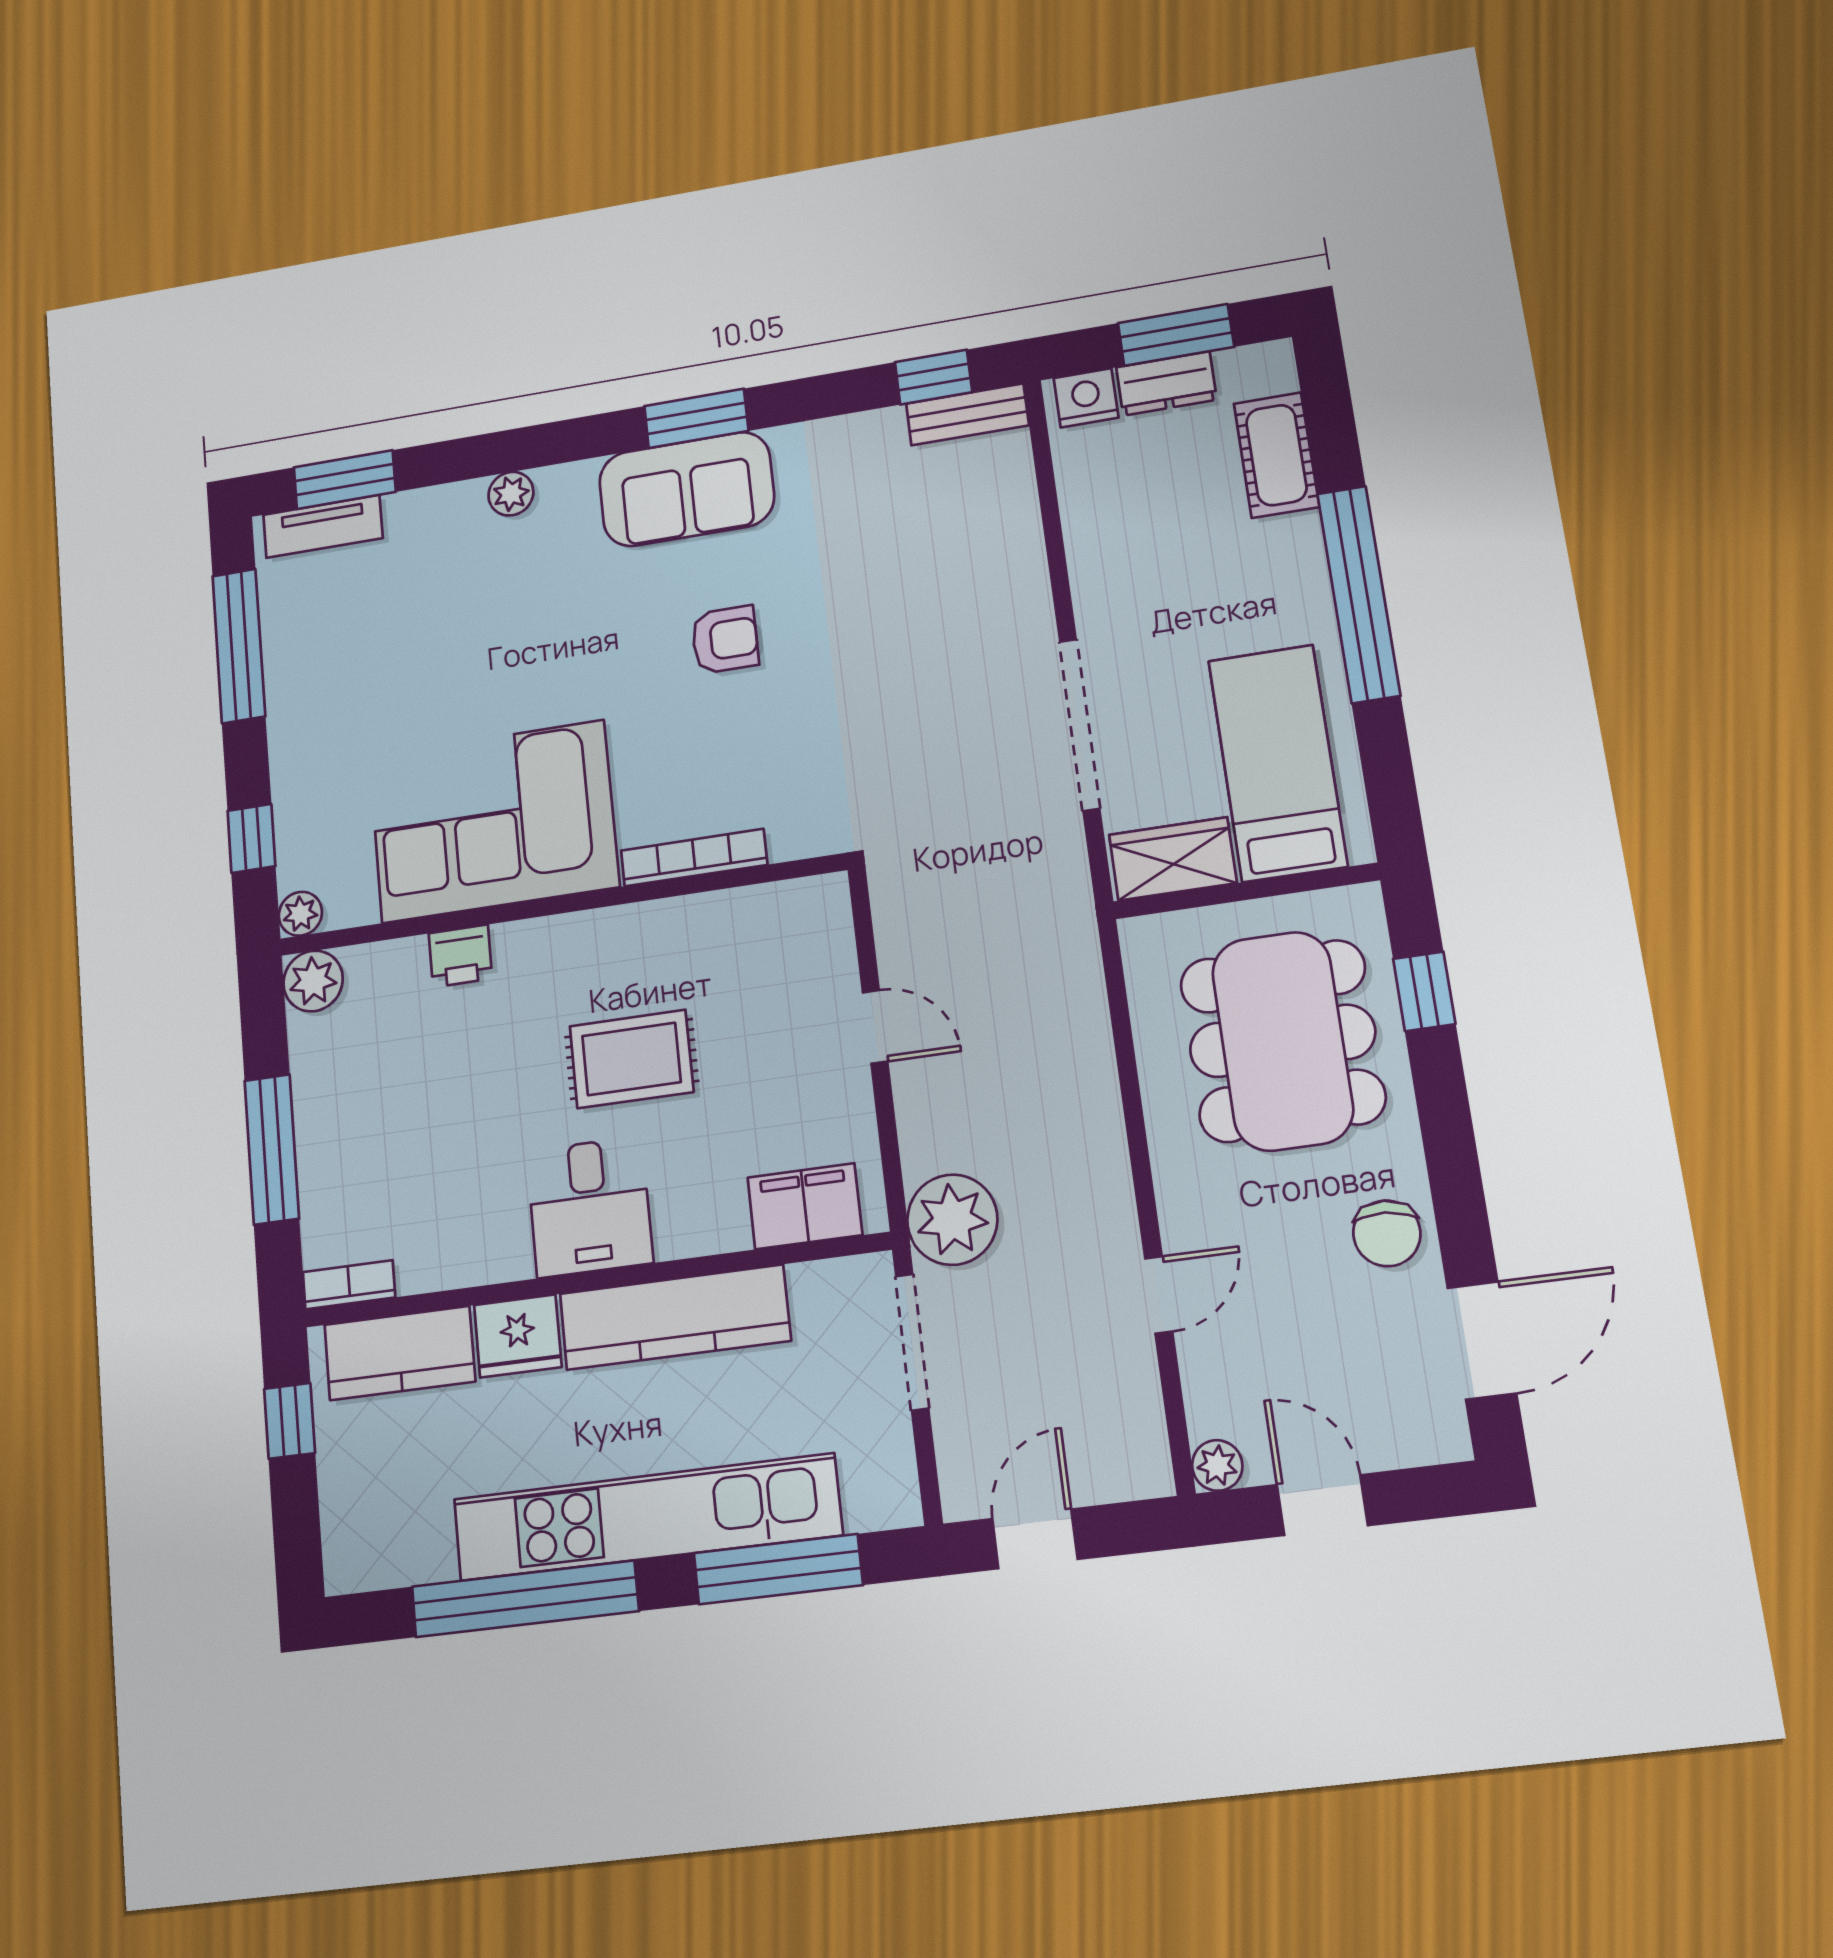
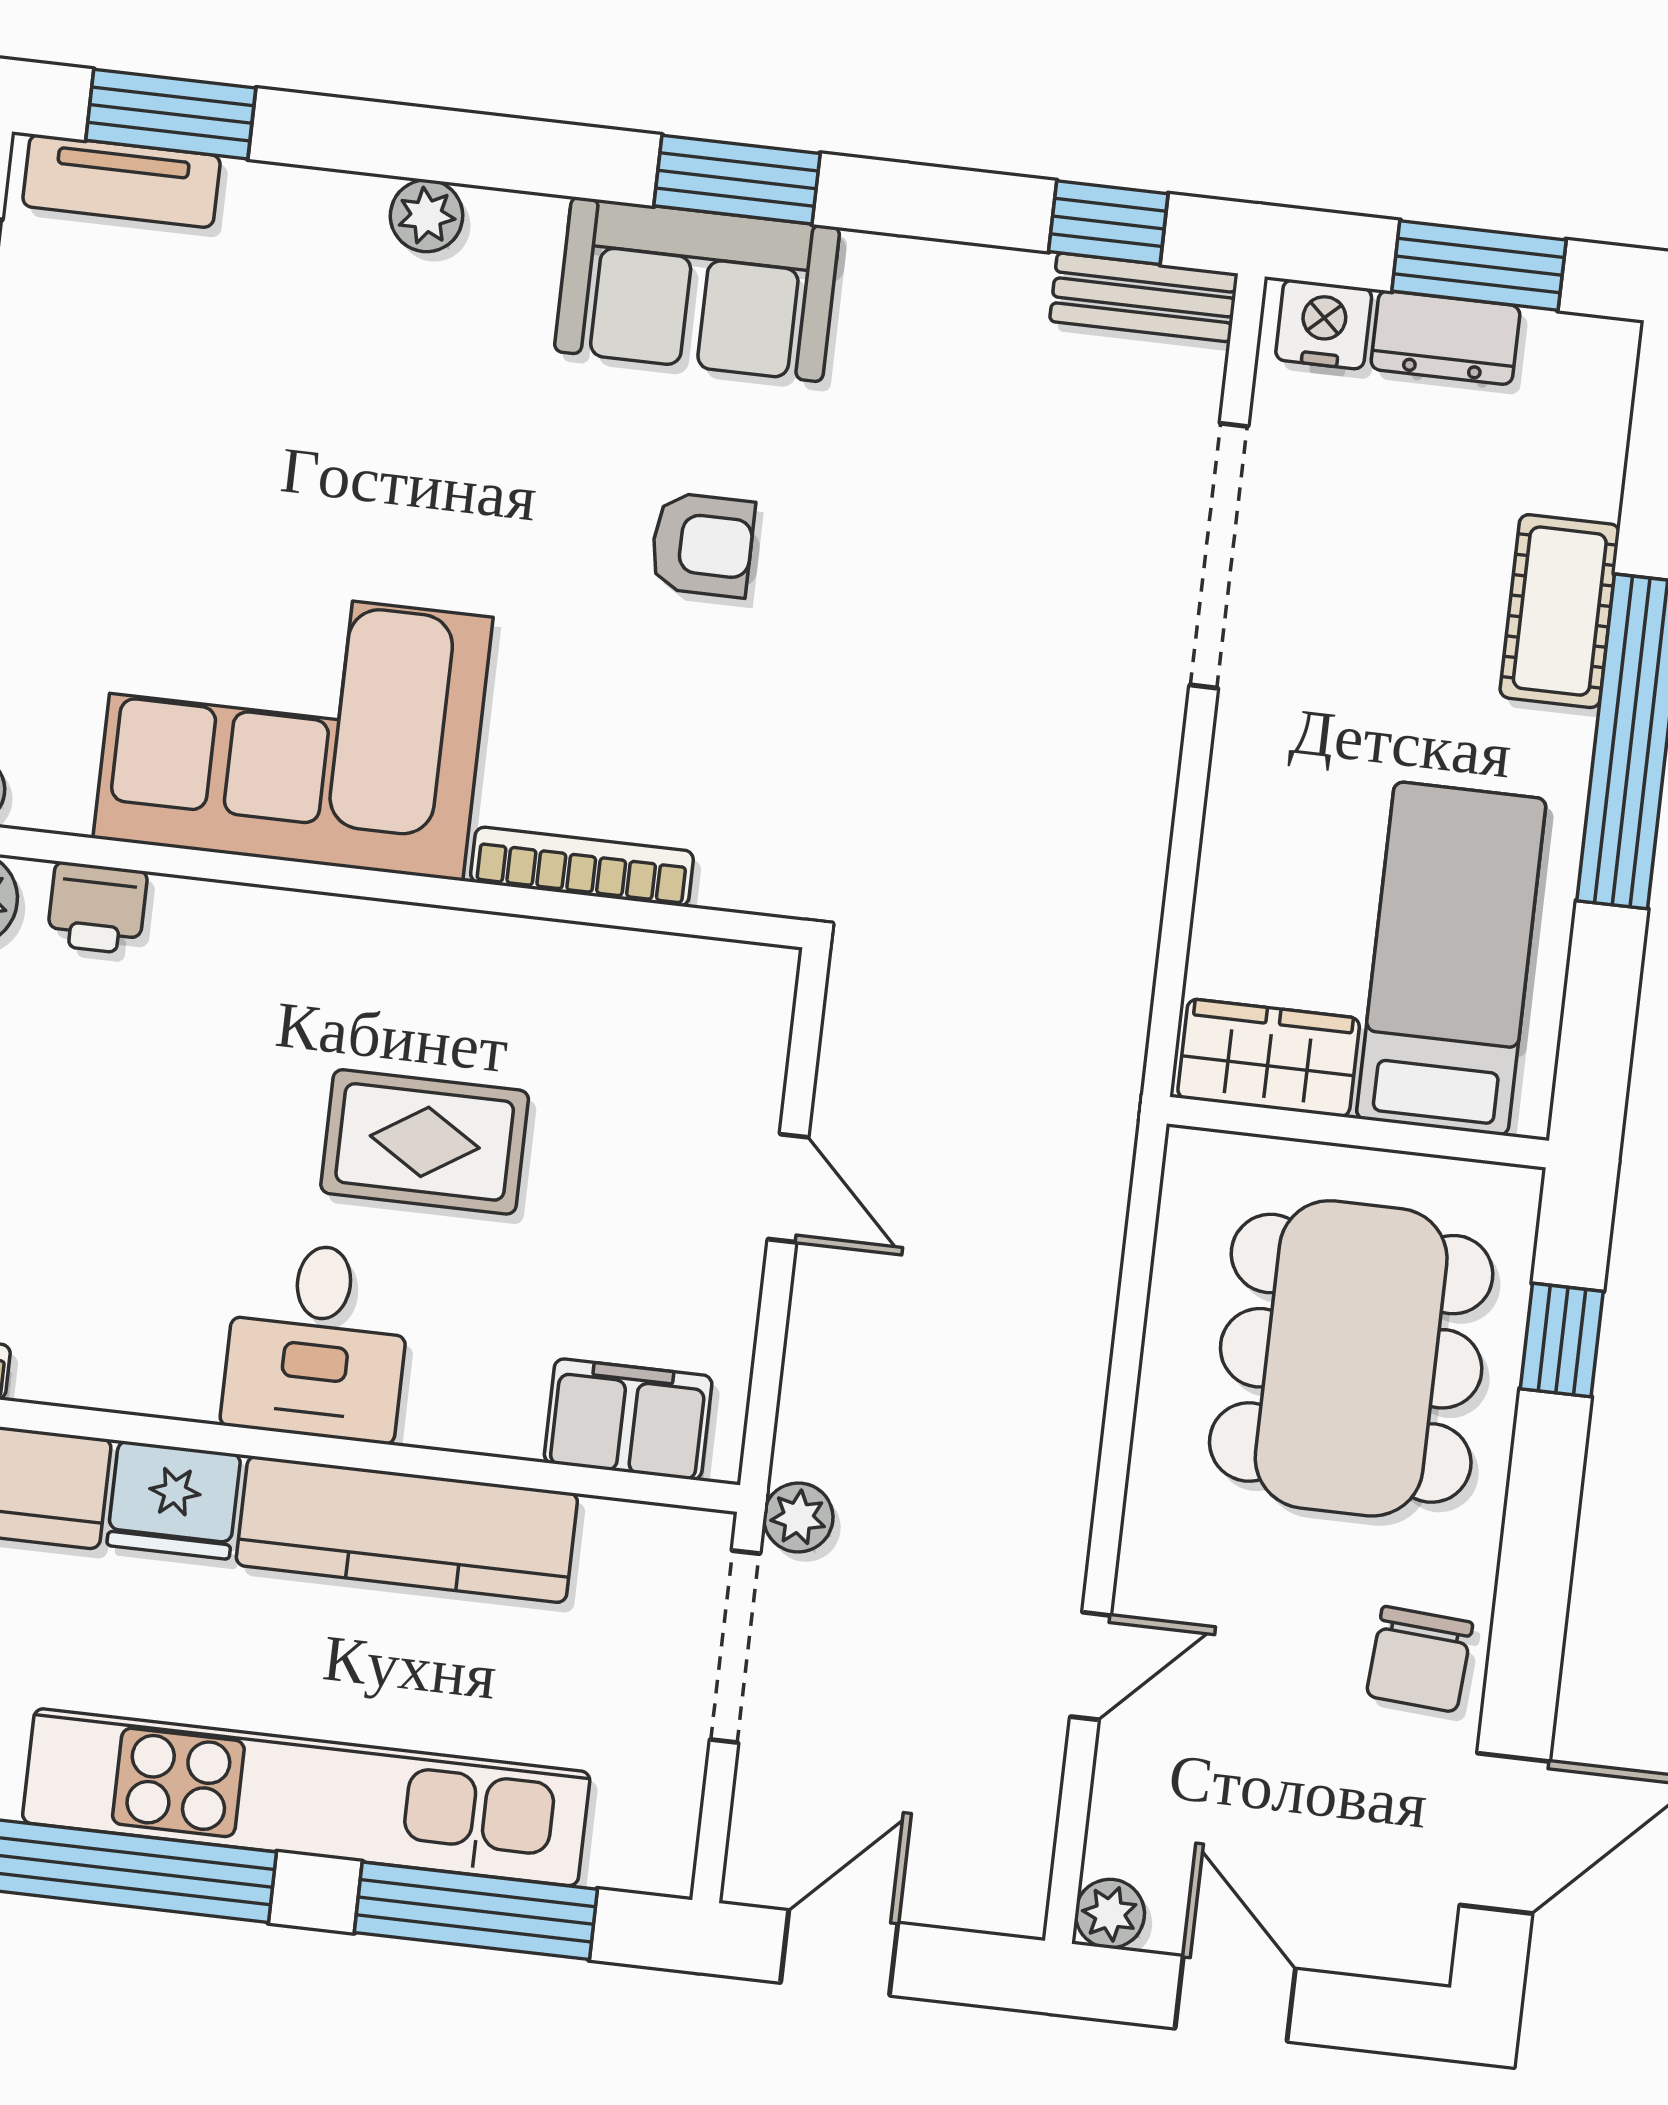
cot: (1276, 455) -> (1560, 611), moved
doorway: (1080, 725) -> (1219, 556), moved
printer: (460, 956) -> (97, 908), moved
plant: (952, 1220) -> (798, 1517), width x0.53, depth x0.53

